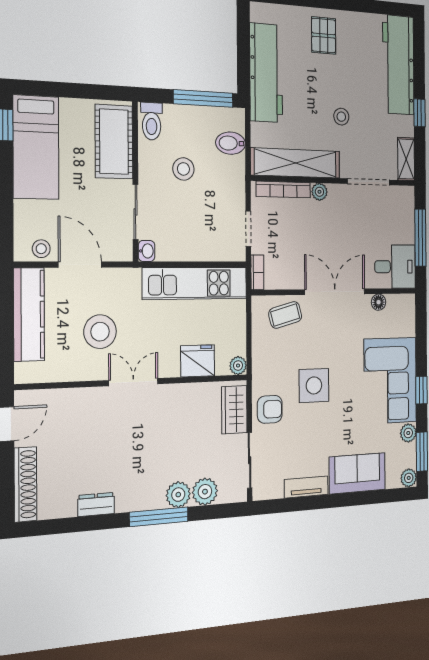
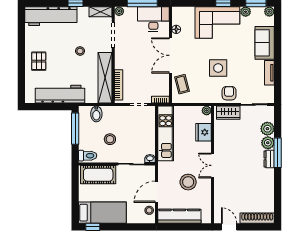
pallet: (324, 35) -> (39, 61), turned 90
plant: (319, 192) -> (119, 11), moved
desk: (395, 267) -> (153, 19), width x1.37
dresser: (96, 504) -> (269, 159), moved

